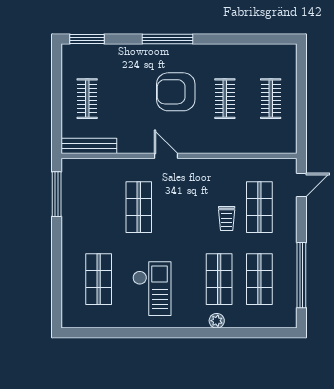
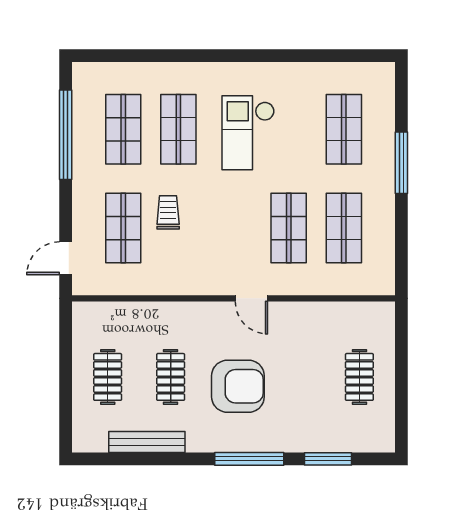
window: (87, 39) -> (328, 459), moved
bench: (89, 146) -> (147, 442), moved
window: (57, 194) -> (401, 163), moved
shop shelf: (99, 207) -> (344, 228), added
checkout: (152, 289) -> (248, 133), moved
plant: (217, 321) -> (182, 72), removed

